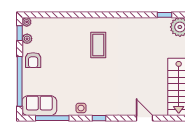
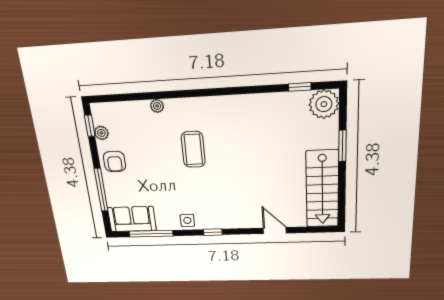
plant: (27, 22) -> (157, 106), moved
coffee table: (98, 45) -> (193, 149), moved
window: (20, 81) -> (101, 190), width x0.68

